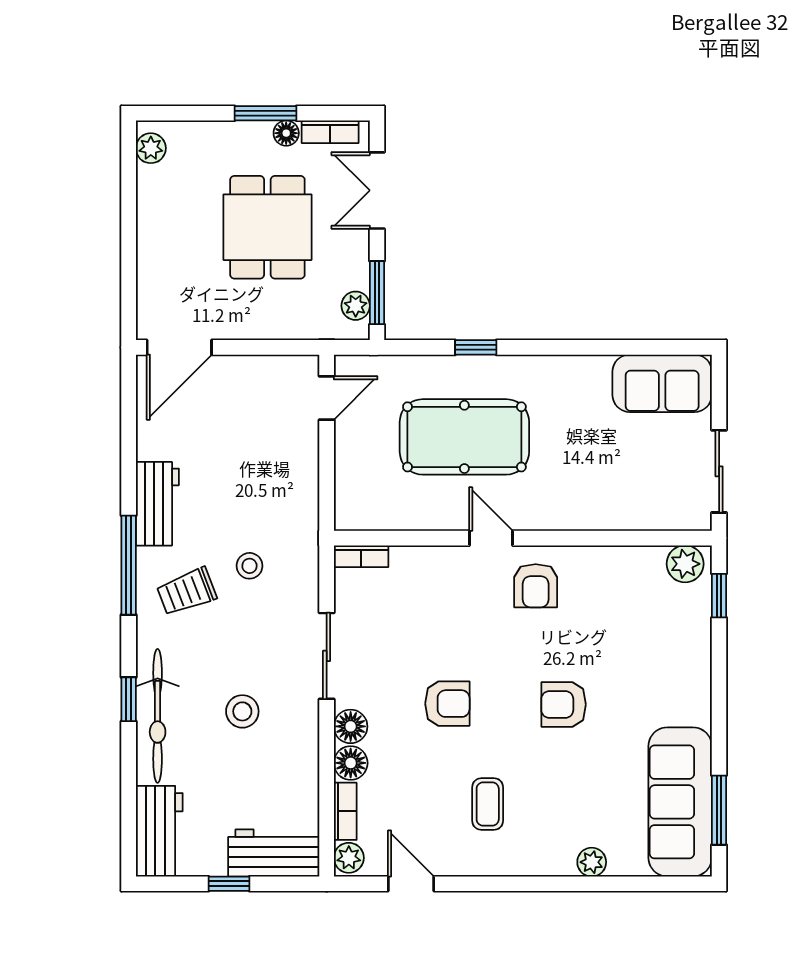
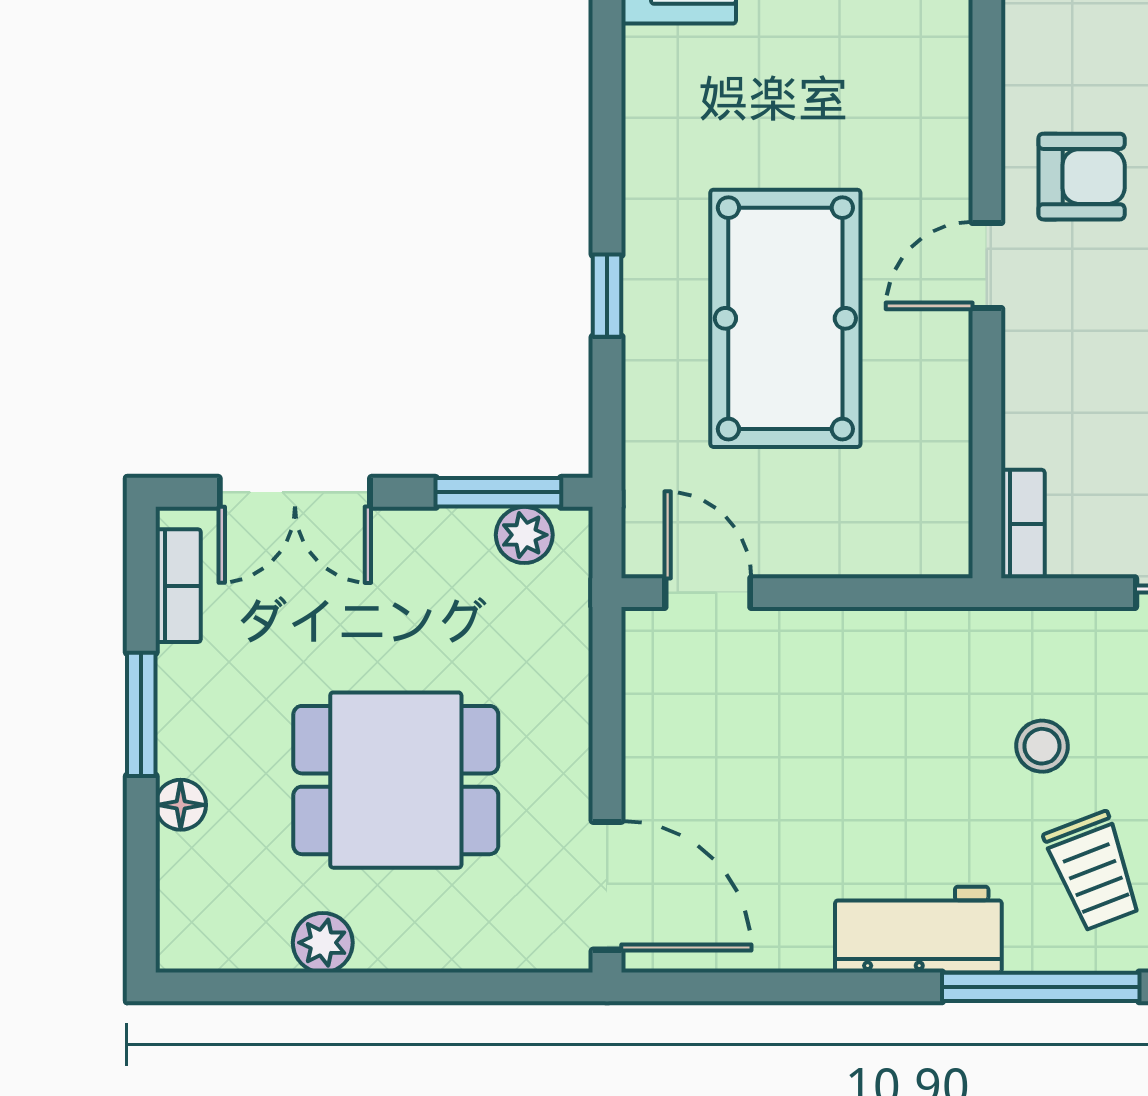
floor lamp: (286, 133) -> (181, 805), moved
plant: (151, 148) -> (323, 943), moved
dining table: (267, 227) -> (396, 780), moved

